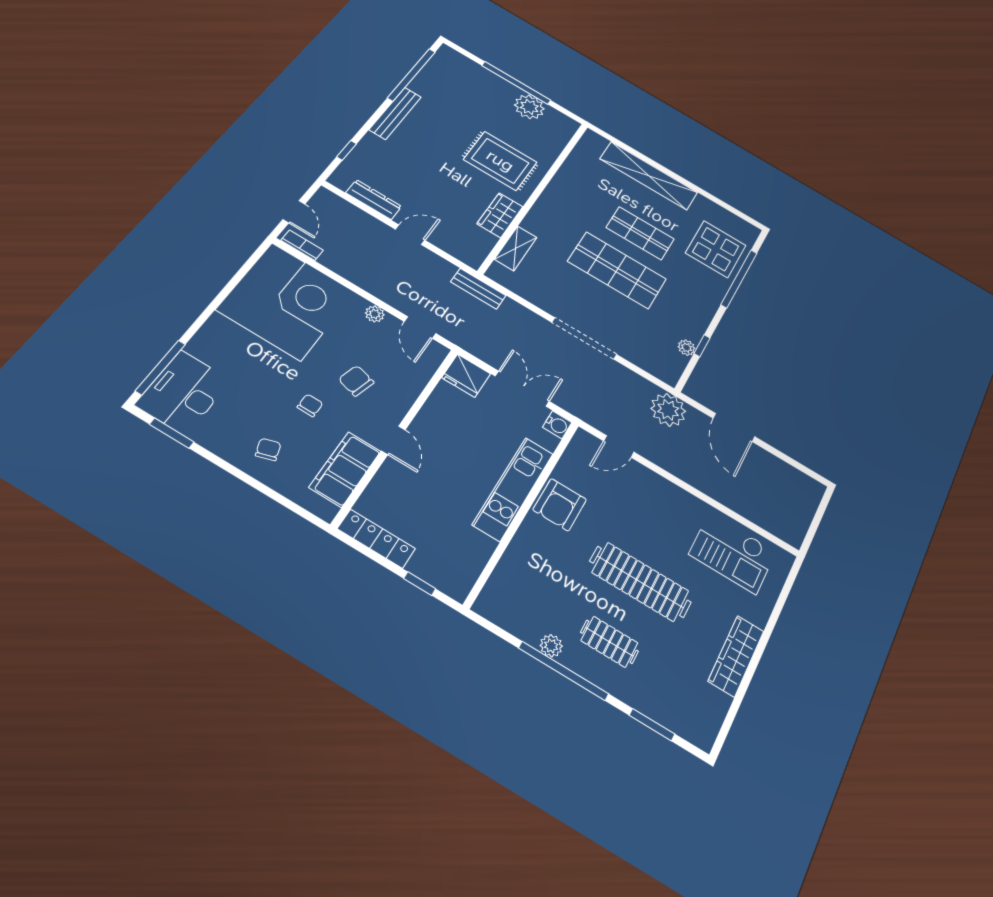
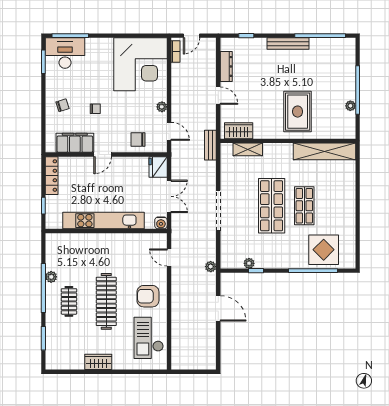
plant: (529, 107) -> (350, 106), width x0.53, depth x0.53
shelving: (649, 176) -> (324, 151), moved, turned 90
wardrobe: (500, 215) -> (239, 131), moved
door: (420, 328) -> (169, 131), swing flipped
chair: (356, 381) -> (138, 139), moved, turned -106
plant: (668, 410) -> (211, 267), width x0.53, depth x0.53
door: (734, 427) -> (218, 308), swing flipped
kitchen unit: (513, 489) -> (103, 221), width x1.36
armchair: (560, 505) -> (148, 296), moved
wardrobe: (736, 656) -> (98, 362), width x0.67

